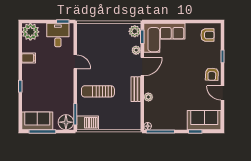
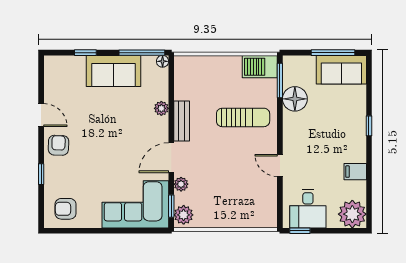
sofa: (204, 120) -> (113, 71), moved
floor lamp: (66, 122) -> (295, 99), moved

